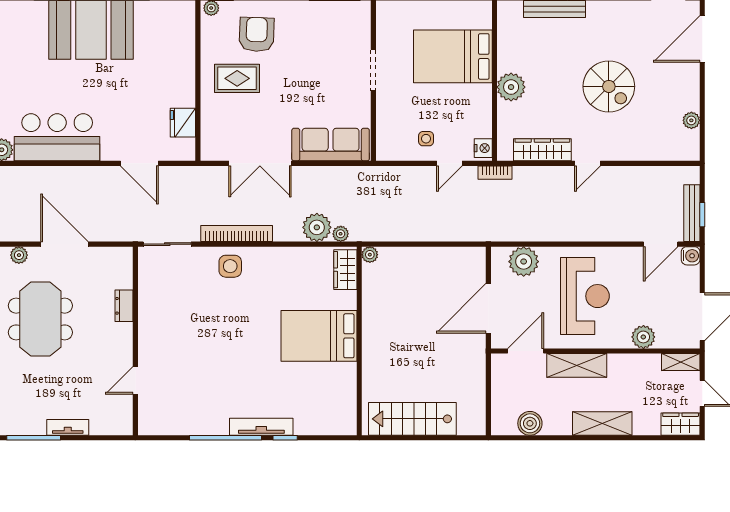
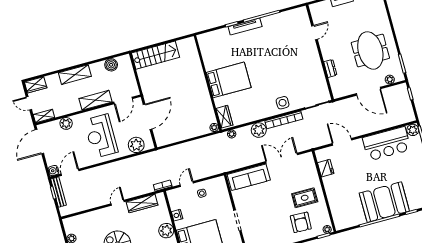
nightstand: (483, 148) -> (177, 215), moved
plant: (317, 227) -> (259, 130), moved
stairs: (412, 419) -> (156, 55), moved

